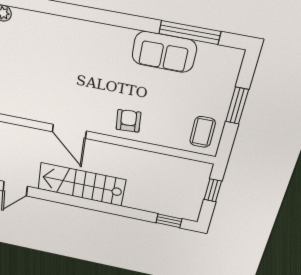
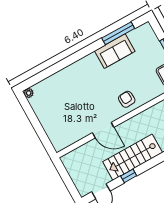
window: (61, 198) -> (129, 176), added

